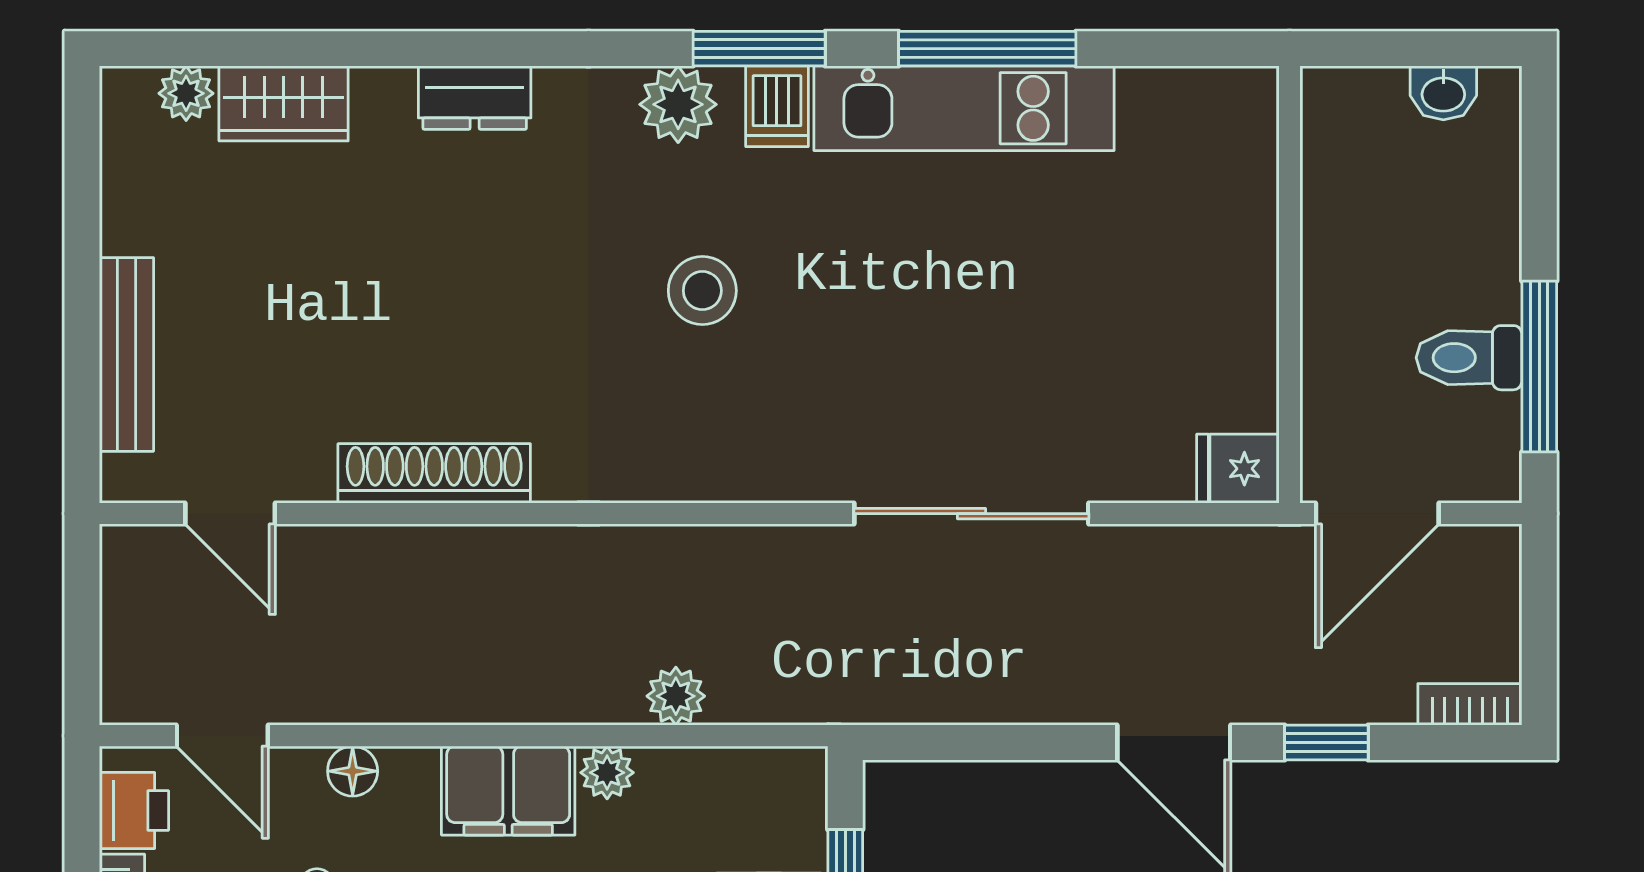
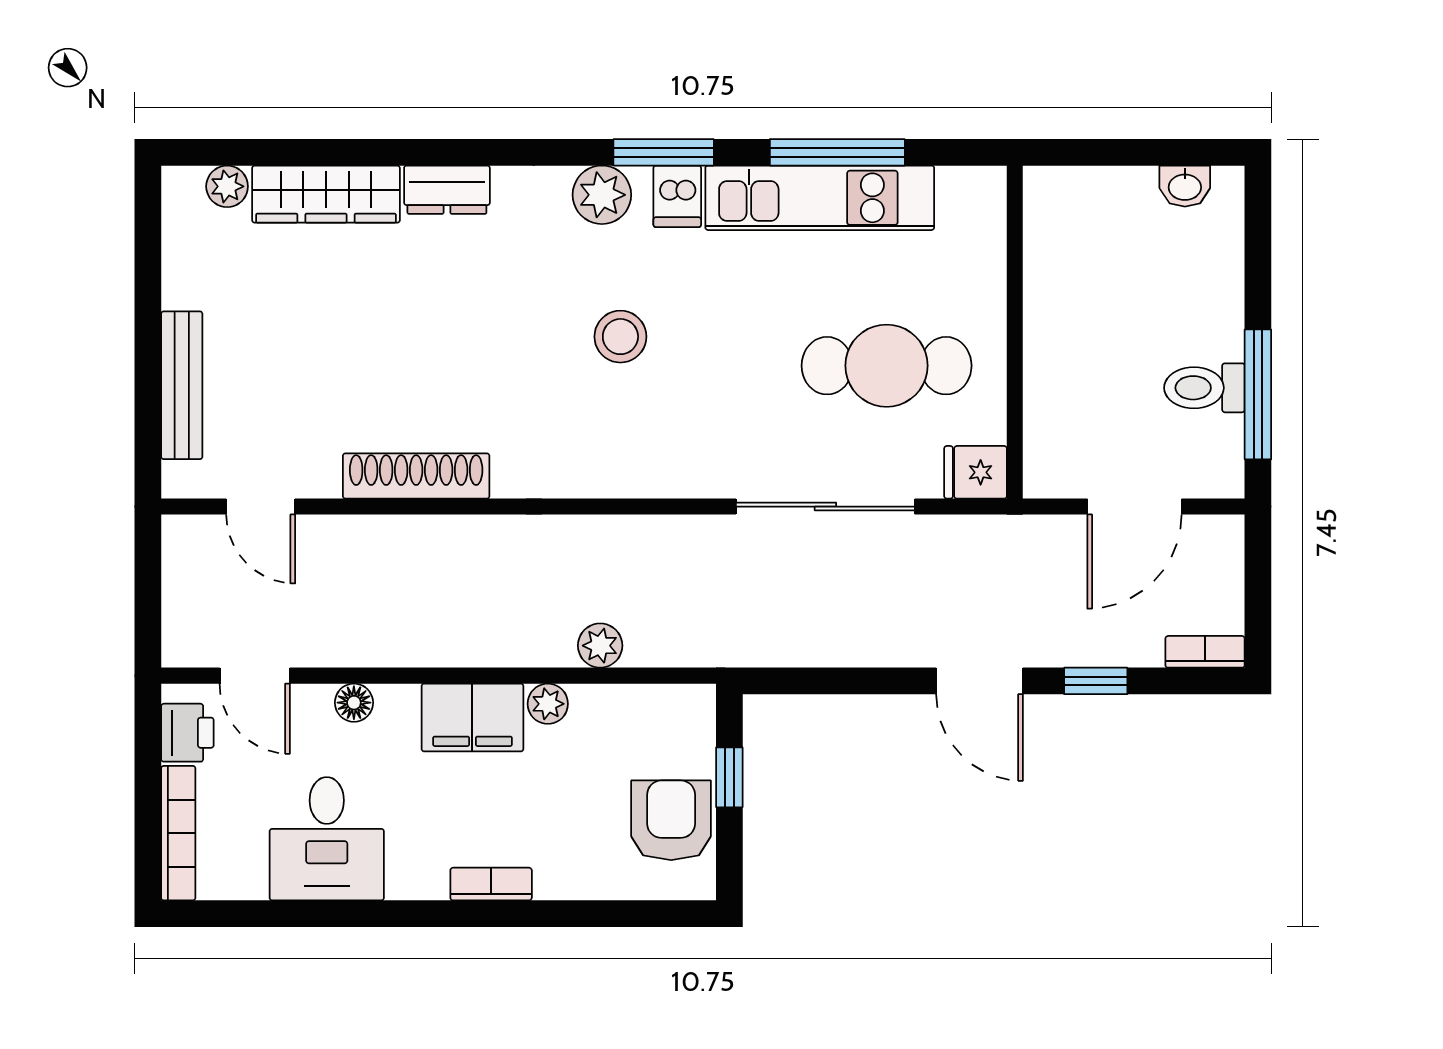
wardrobe: (284, 103) -> (326, 194), width x1.50
wall: (1289, 285) -> (1015, 332), moved
cafe table: (1052, 329) -> (887, 366), added
fridge: (1238, 469) -> (976, 472), moved

